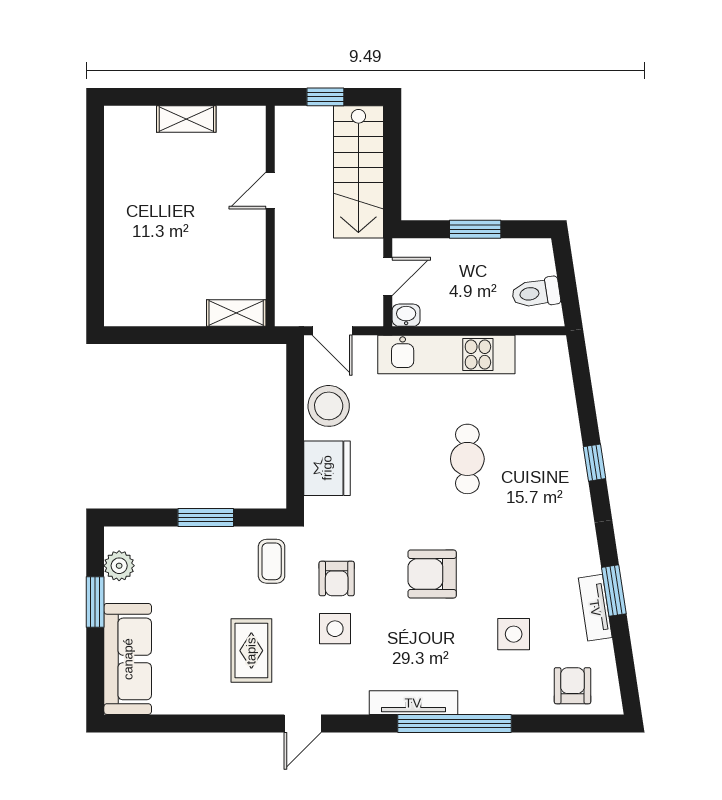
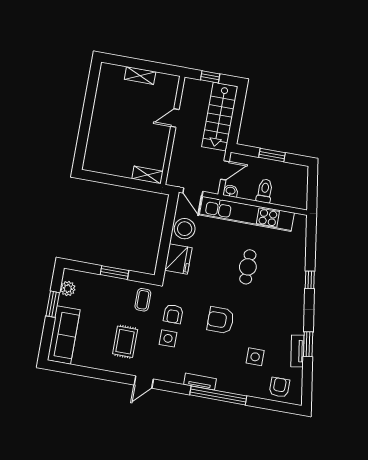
toilet: (536, 293) -> (265, 191), moved, turned 99
kitchen unit: (446, 354) -> (247, 214), width x1.36
tv unit: (413, 703) -> (200, 382), width x0.71

